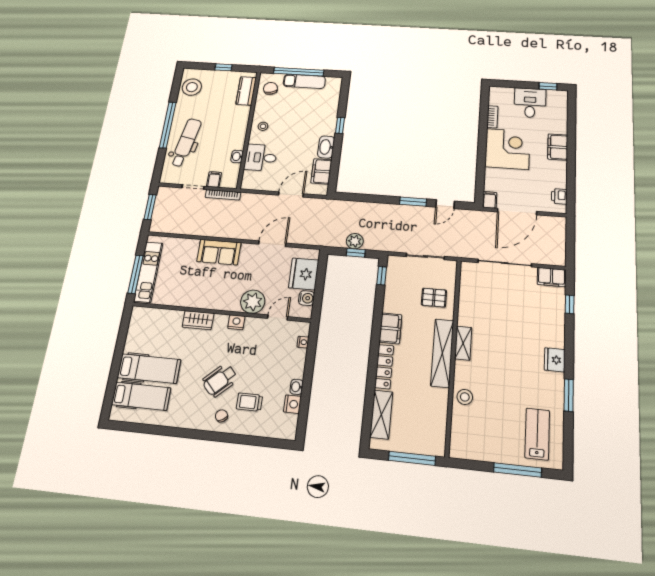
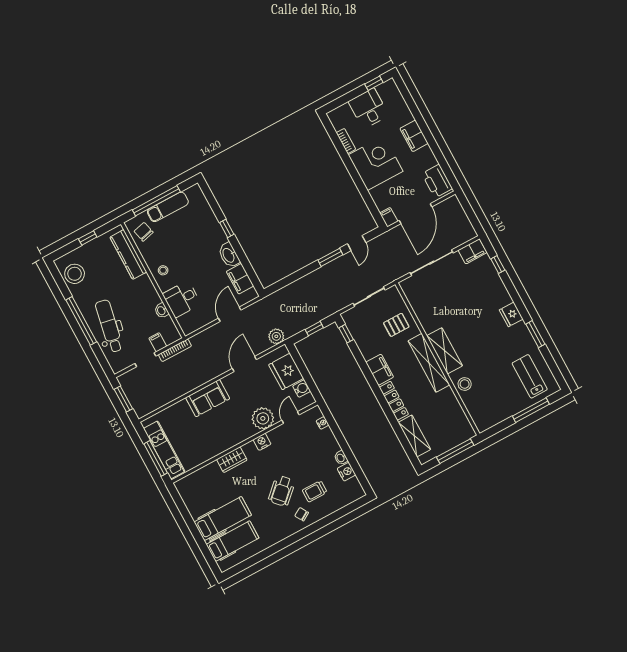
kitchen counter: (246, 91) -> (128, 255), width x1.50
printer: (559, 196) -> (437, 181), width x1.87, depth x1.48
plant: (355, 241) -> (276, 336), moved
shelving: (463, 343) -> (445, 351), width x1.50, depth x1.33

